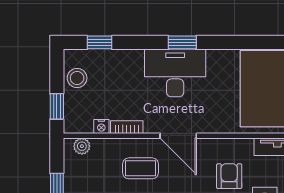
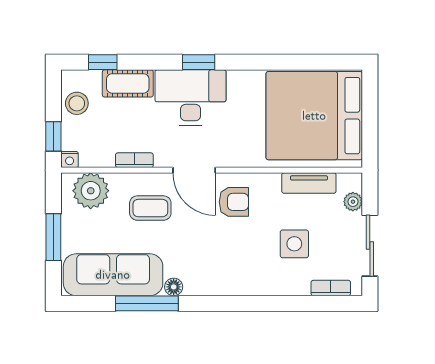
cot: (121, 61) -> (128, 83), added
nightstand: (101, 126) -> (70, 160), moved
plant: (82, 146) -> (91, 191), width x1.87, depth x1.87
armchair: (229, 176) -> (234, 202), moved, turned 90

